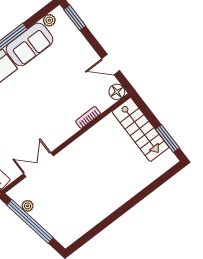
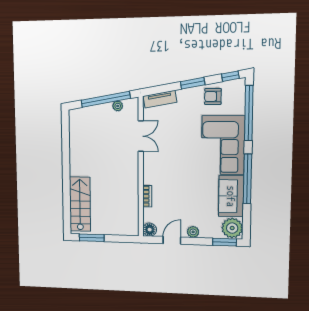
plant: (49, 20) -> (232, 228), width x1.88, depth x1.88
plant: (88, 52) -> (193, 232), added
stairs: (140, 130) -> (80, 204), moved, turned 90

